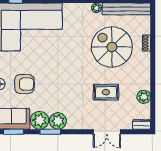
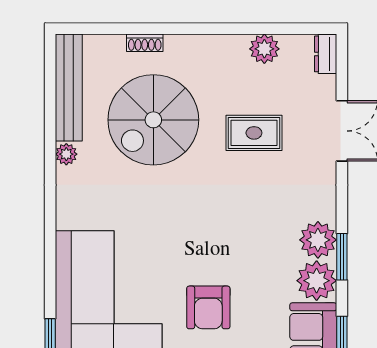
armchair: (24, 84) -> (208, 307), moved, turned 180
rug: (106, 92) -> (254, 133), turned 90

